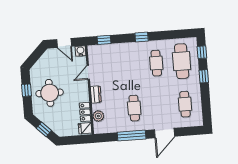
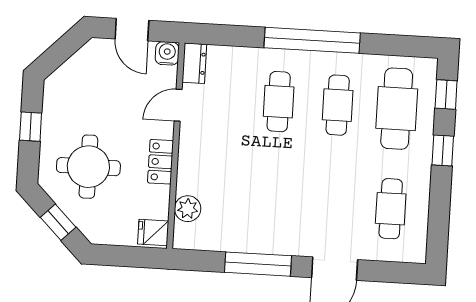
window: (142, 37) -> (312, 40), width x3.17
window: (104, 40) -> (225, 35), removed
round table: (50, 93) -> (88, 167), moved
dresser: (96, 94) -> (194, 63), moved
cafe table: (134, 108) -> (279, 102), moved
locker: (85, 112) -> (161, 162), moved

